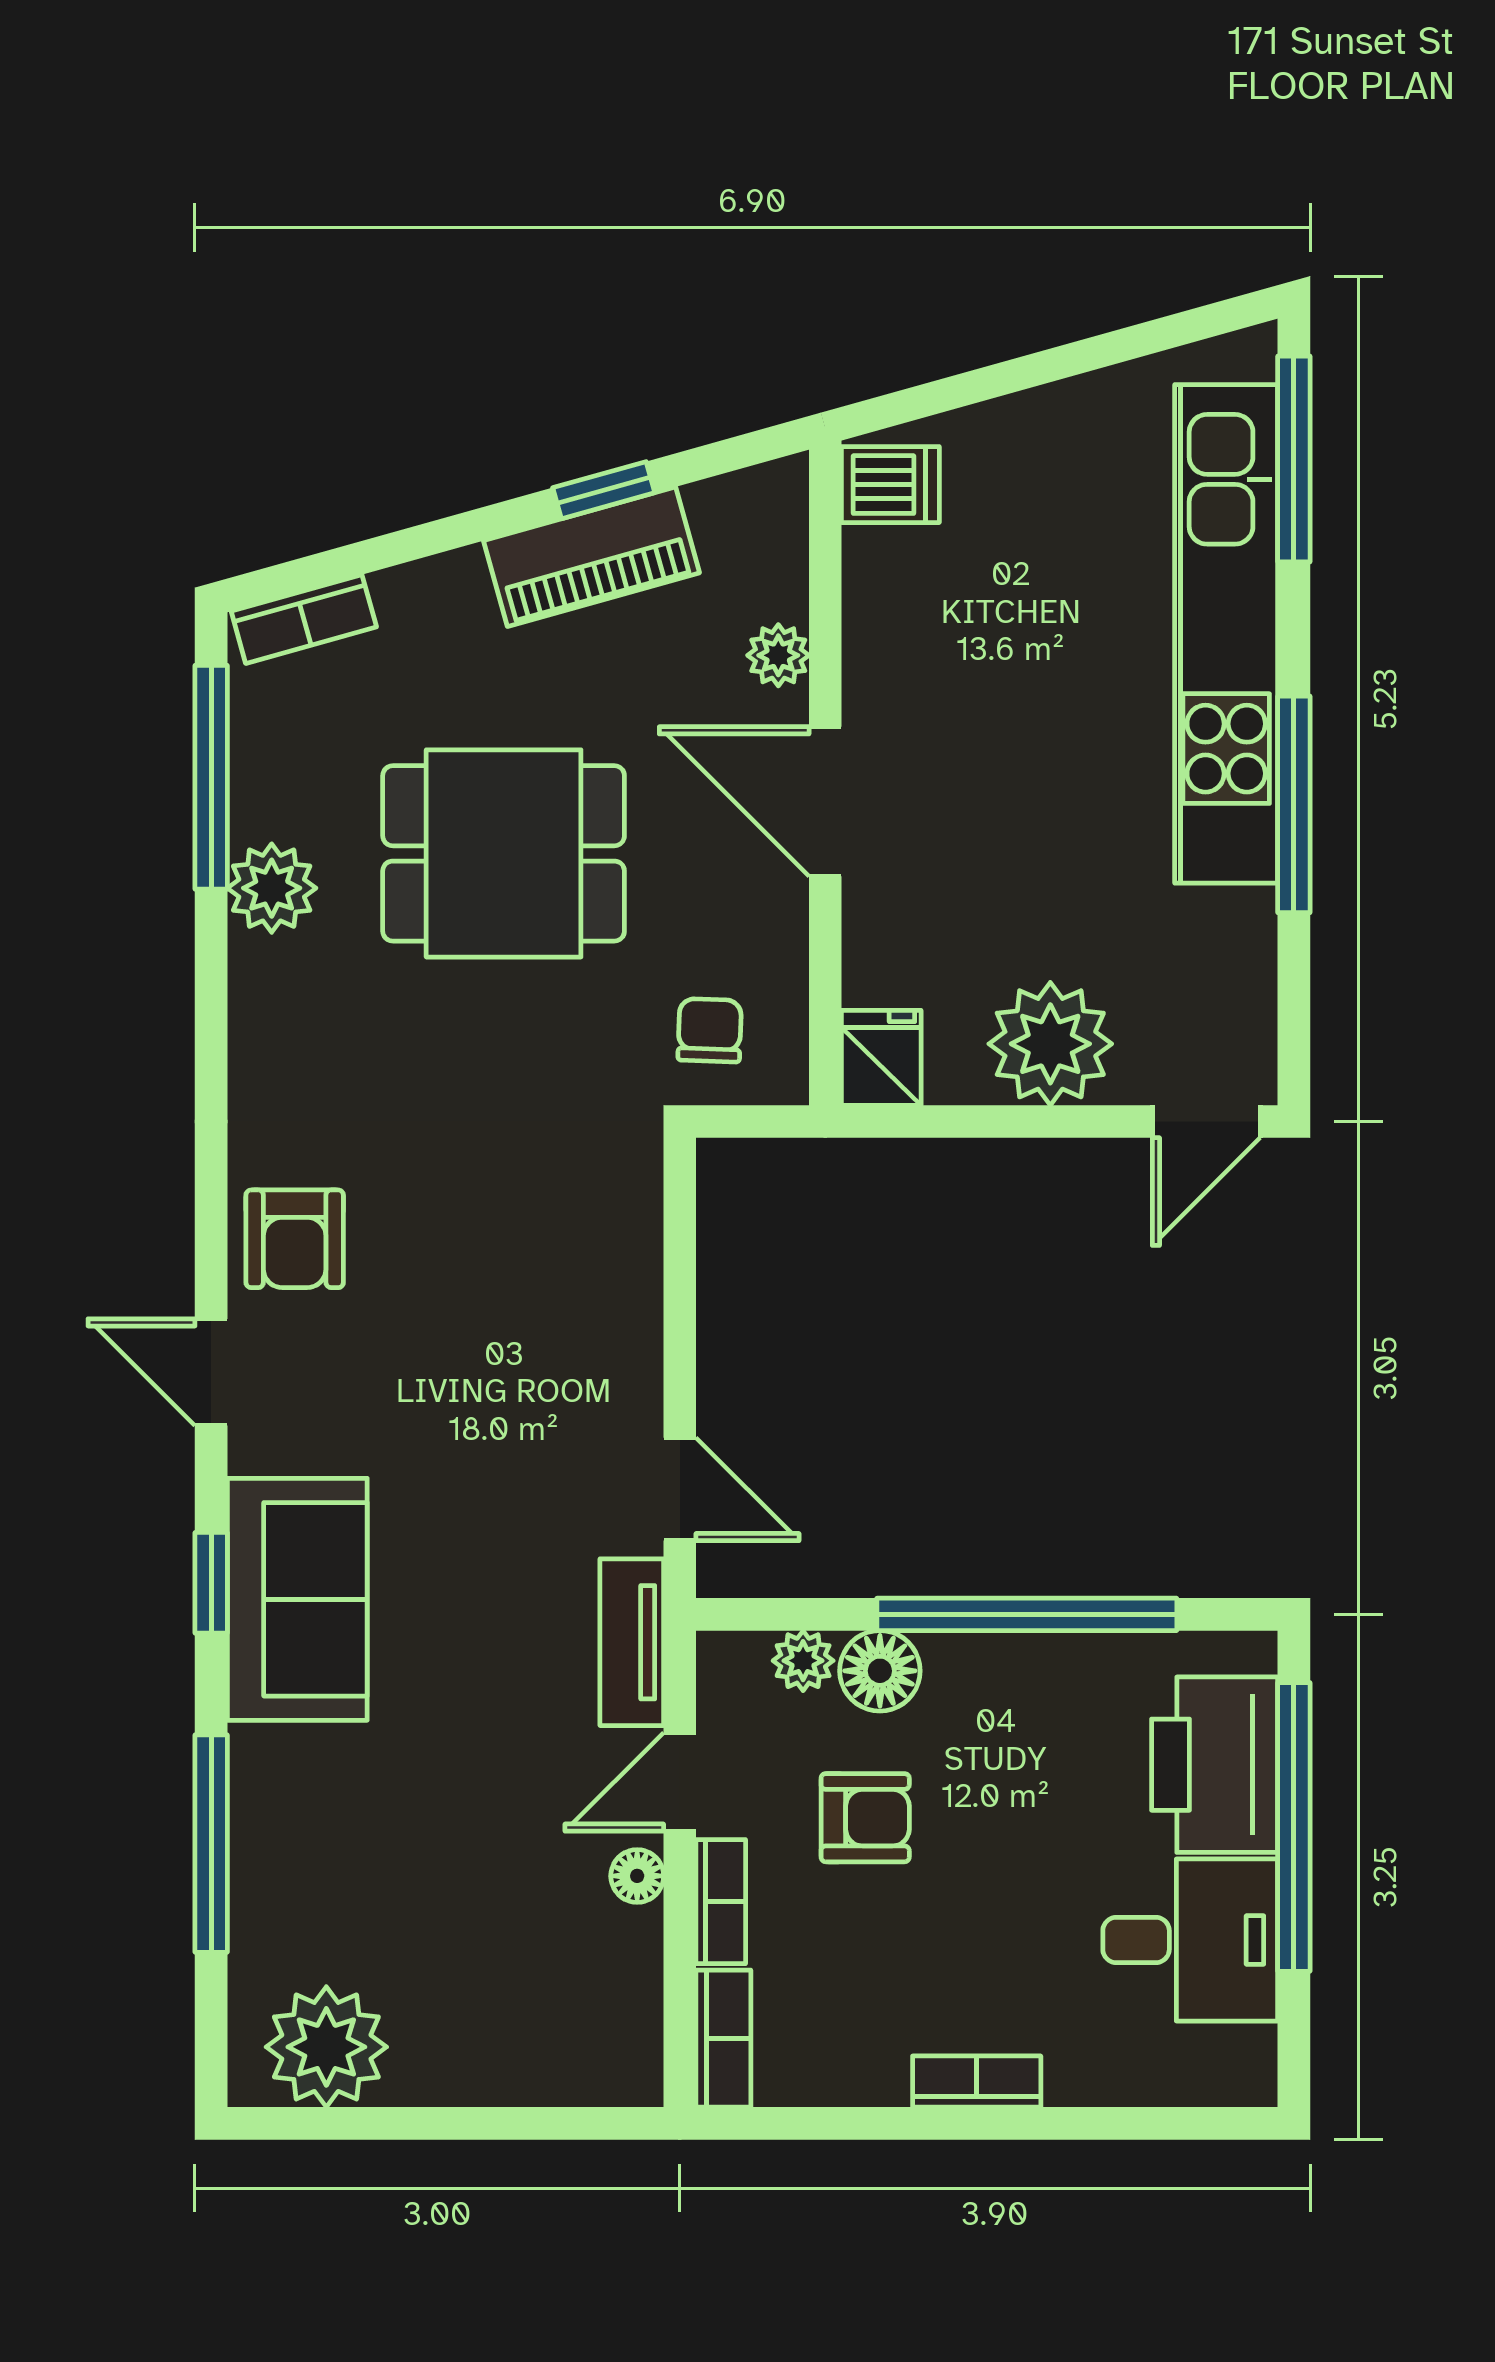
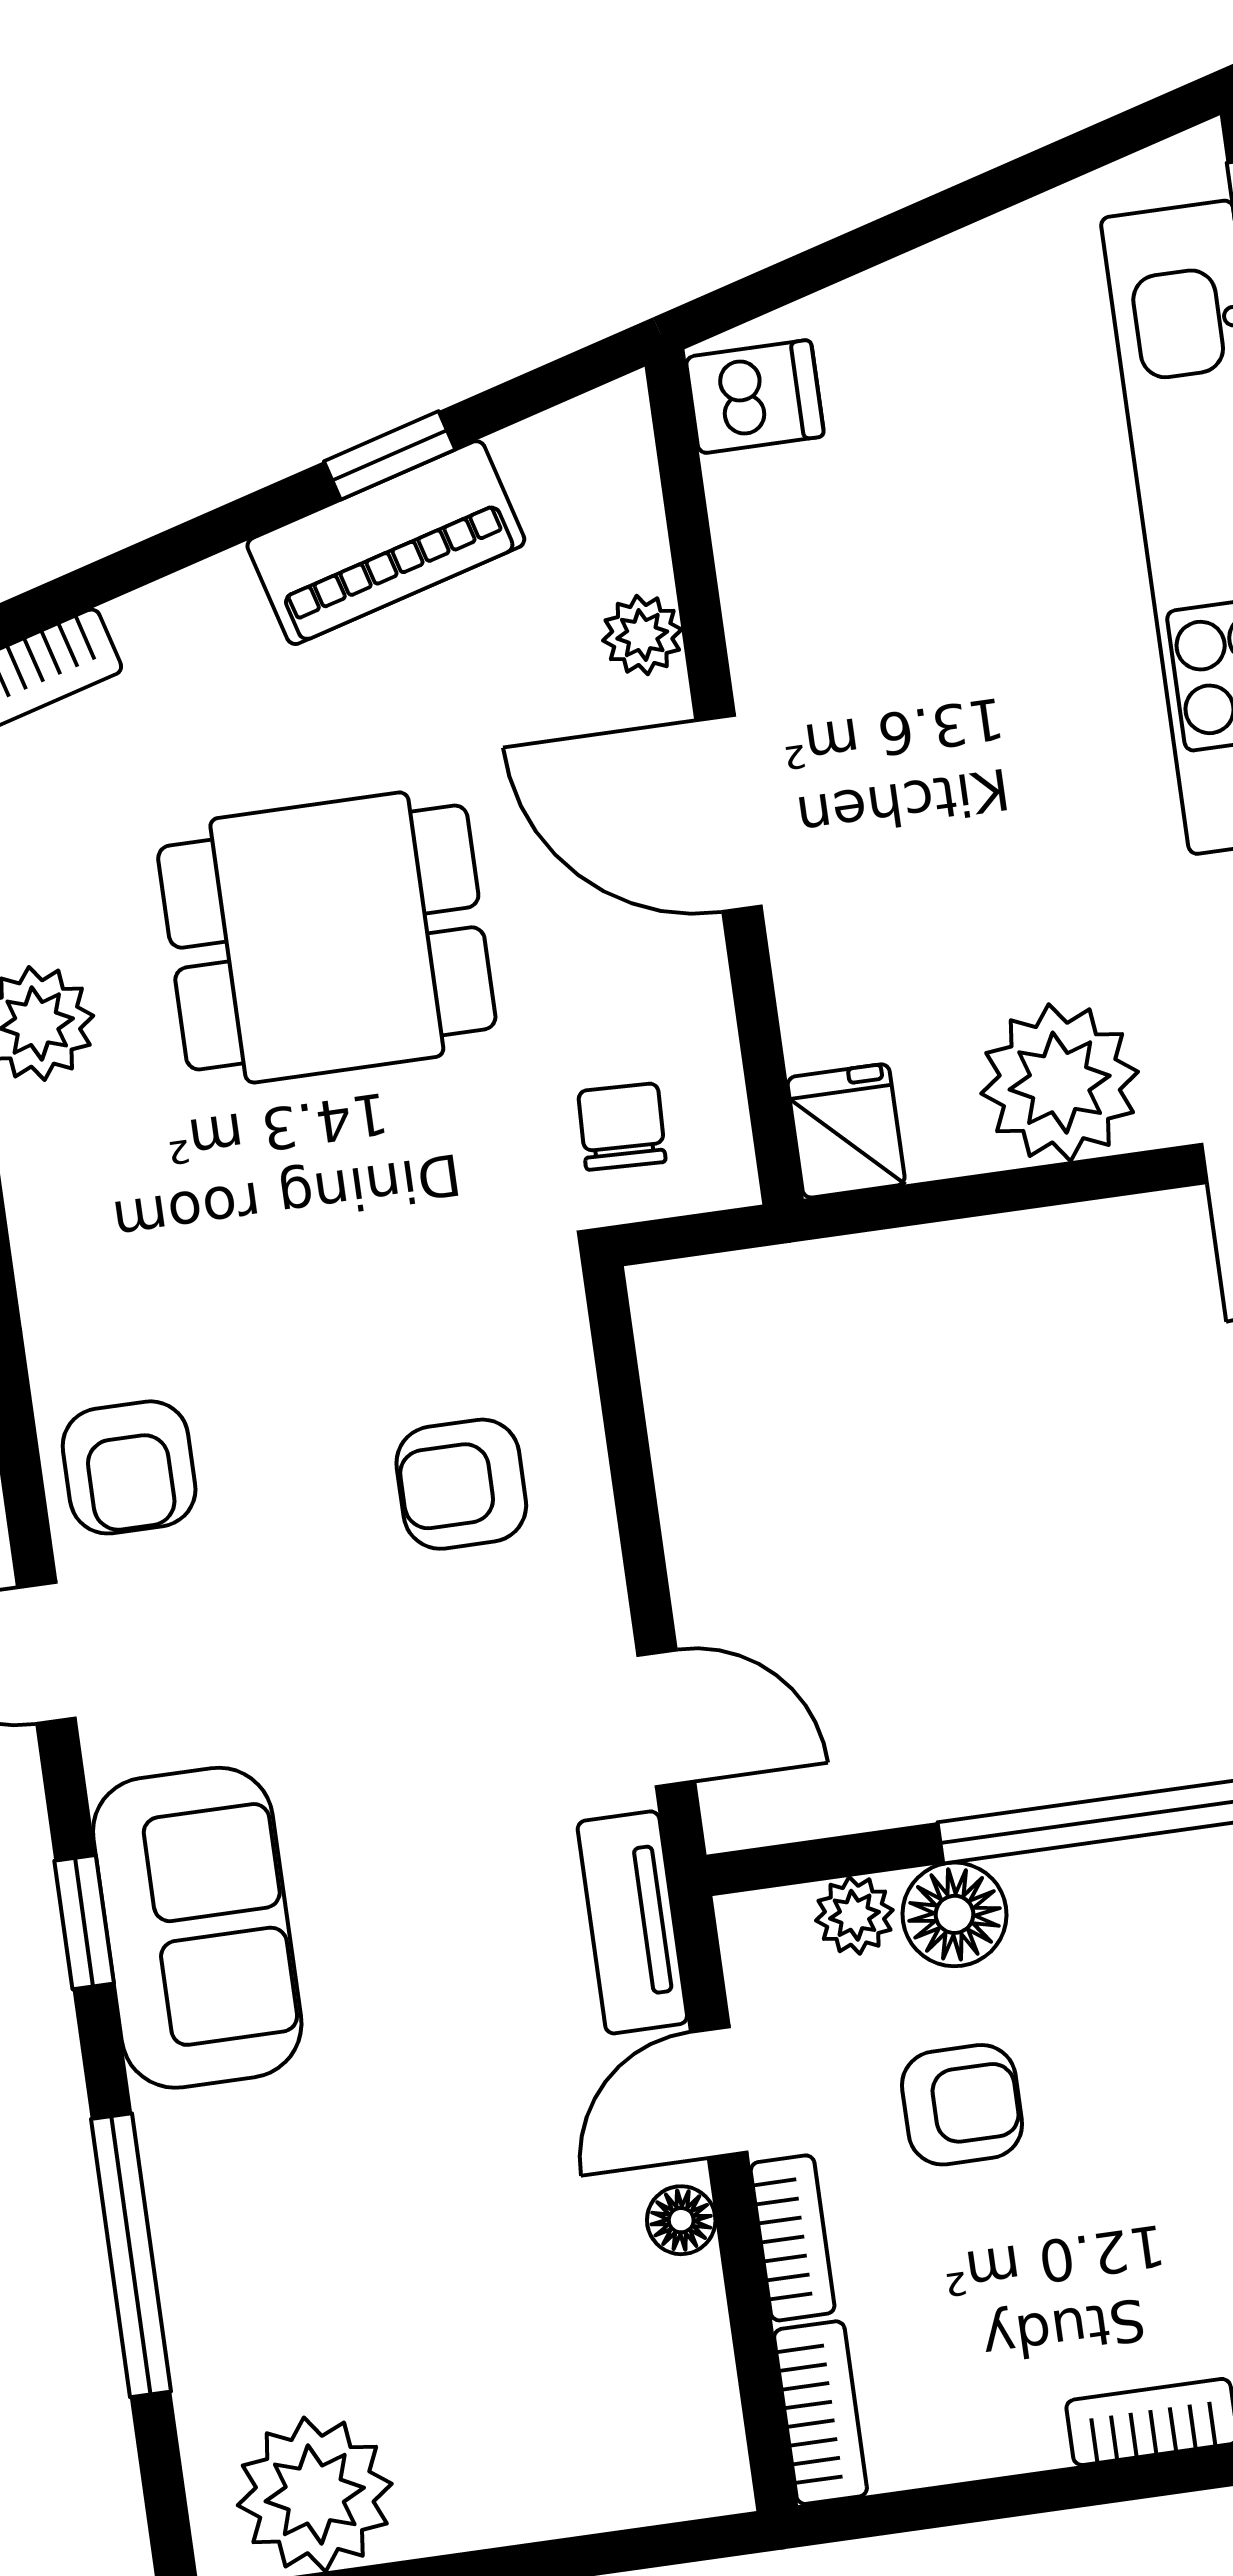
armchair: (548, 1287) -> (461, 1484), added

